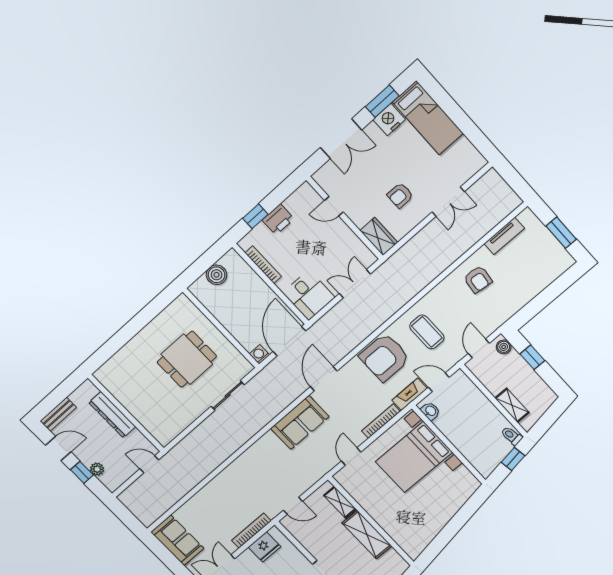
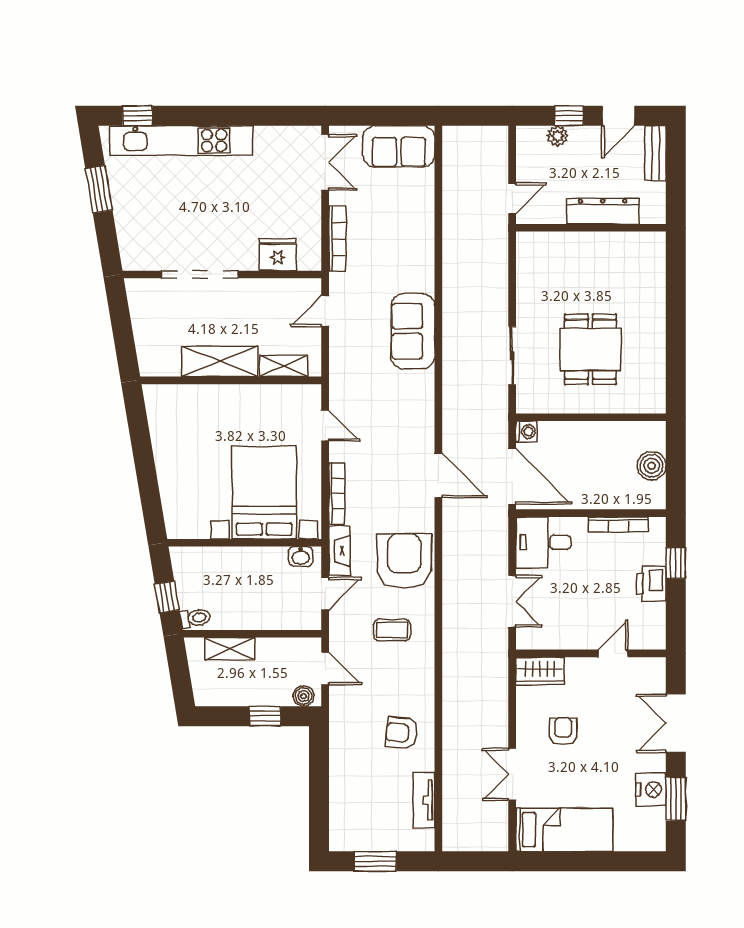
bed: (428, 118) -> (564, 830), moved, turned 180
coffee table: (427, 332) -> (392, 630), width x0.73, depth x0.77
sofa: (300, 423) -> (413, 331), moved
fridge: (264, 547) -> (278, 255), moved, turned 90

